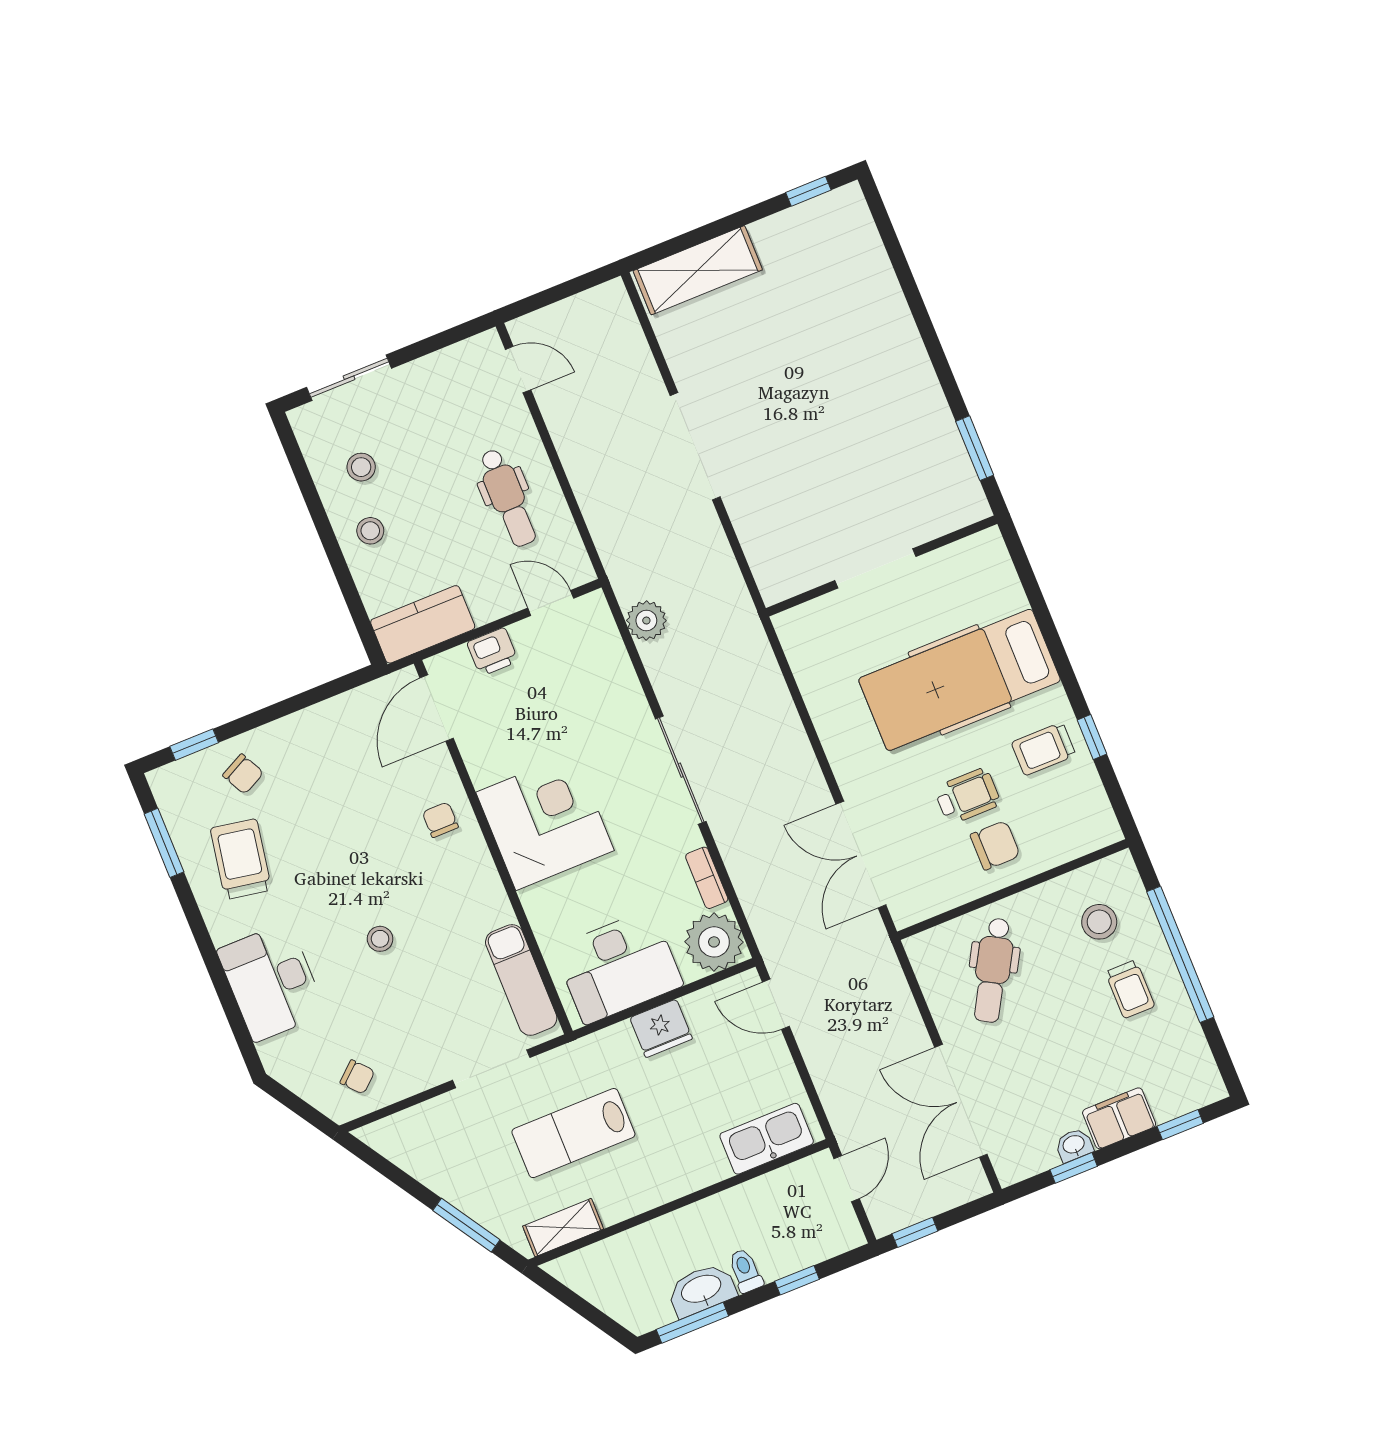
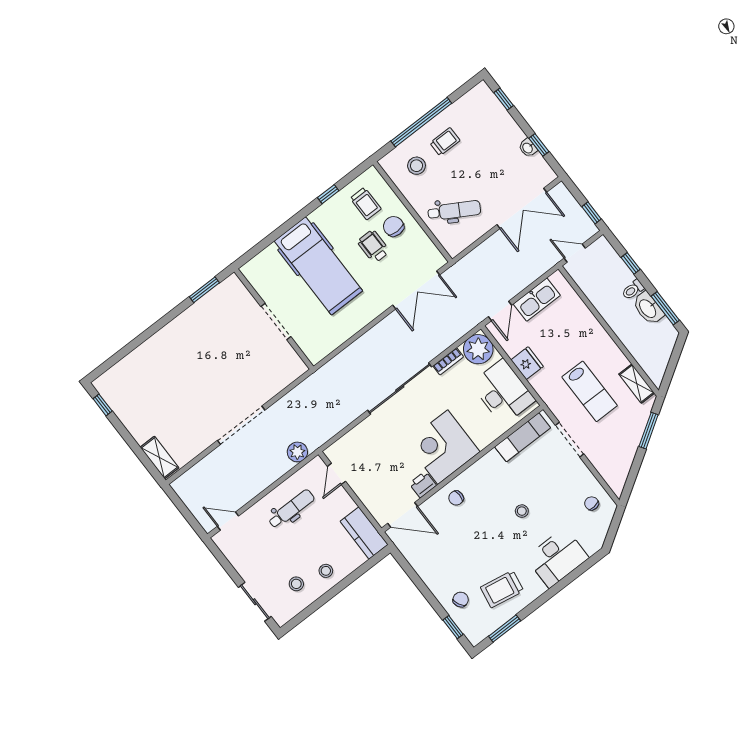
shelving: (698, 270) -> (159, 458), width x0.67, depth x0.75
door: (518, 370) -> (228, 521), hinge flipped
plant: (646, 621) -> (297, 452), moved
printer: (493, 652) -> (423, 484), moved, turned -90
trolley: (1044, 749) -> (366, 204), moved
sliding door: (681, 770) -> (400, 388), width x1.36
chair: (357, 1077) -> (592, 503), turned -55
filing cabinet: (1119, 1118) -> (509, 130), removed
kitchen sink: (767, 1139) -> (537, 300), moved, turned -90

